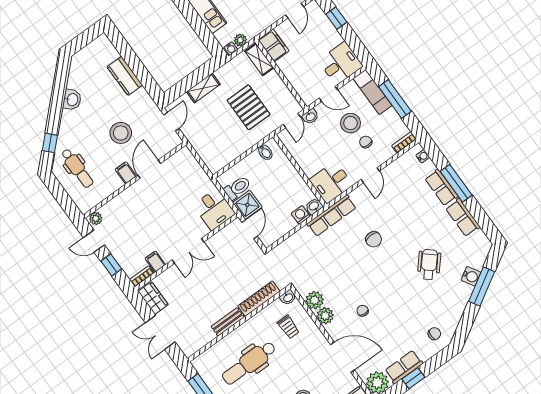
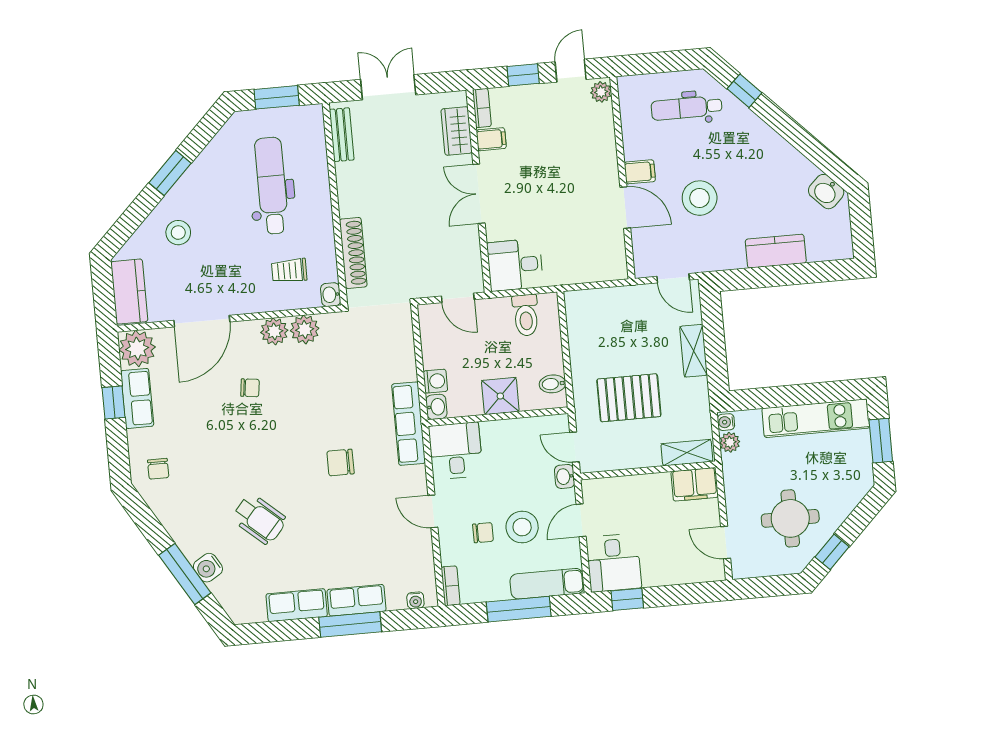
window: (336, 18) -> (627, 599), moved
washbasin: (72, 100) -> (826, 192), moved
shower: (247, 205) -> (500, 396), moved
wardrobe: (153, 298) -> (457, 131), moved, turned 90
bench: (228, 322) -> (342, 135), moved

